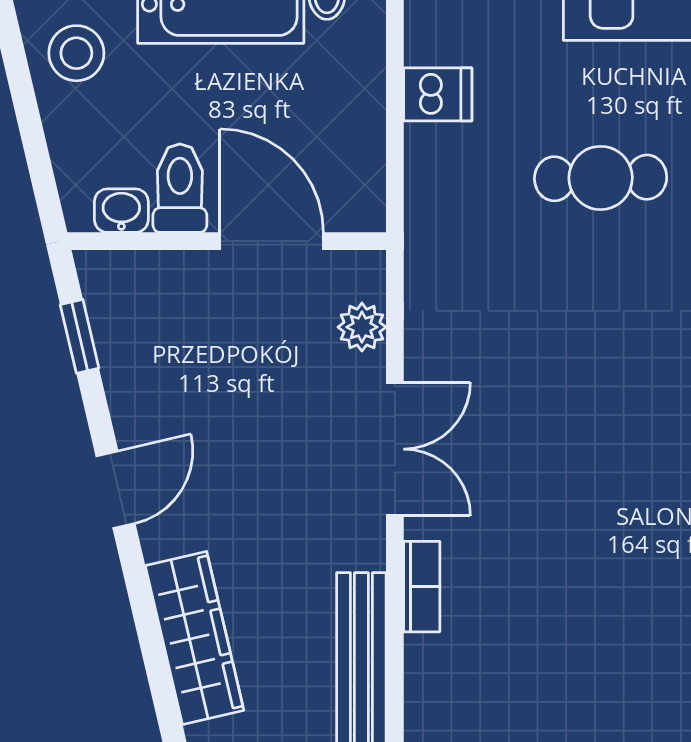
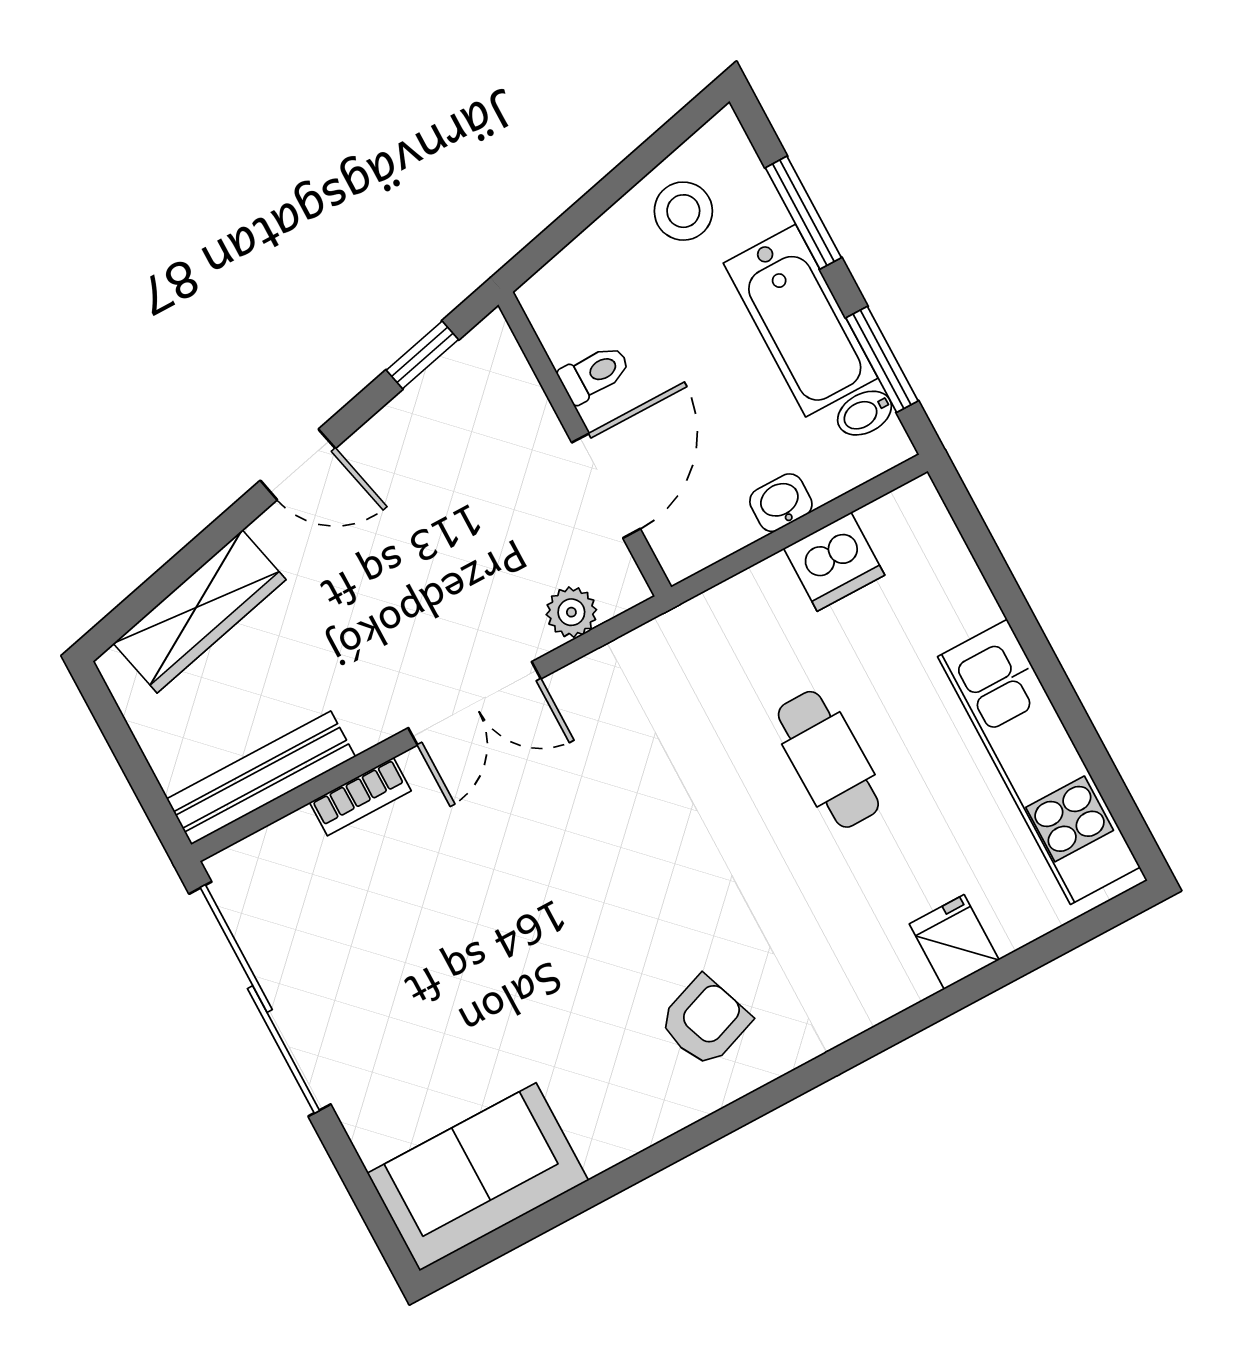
dishwasher: (438, 94) -> (834, 562), width x1.38
toilet: (180, 188) -> (595, 374), width x0.73, depth x0.72
washbasin: (121, 211) -> (781, 503), moved, turned -90

